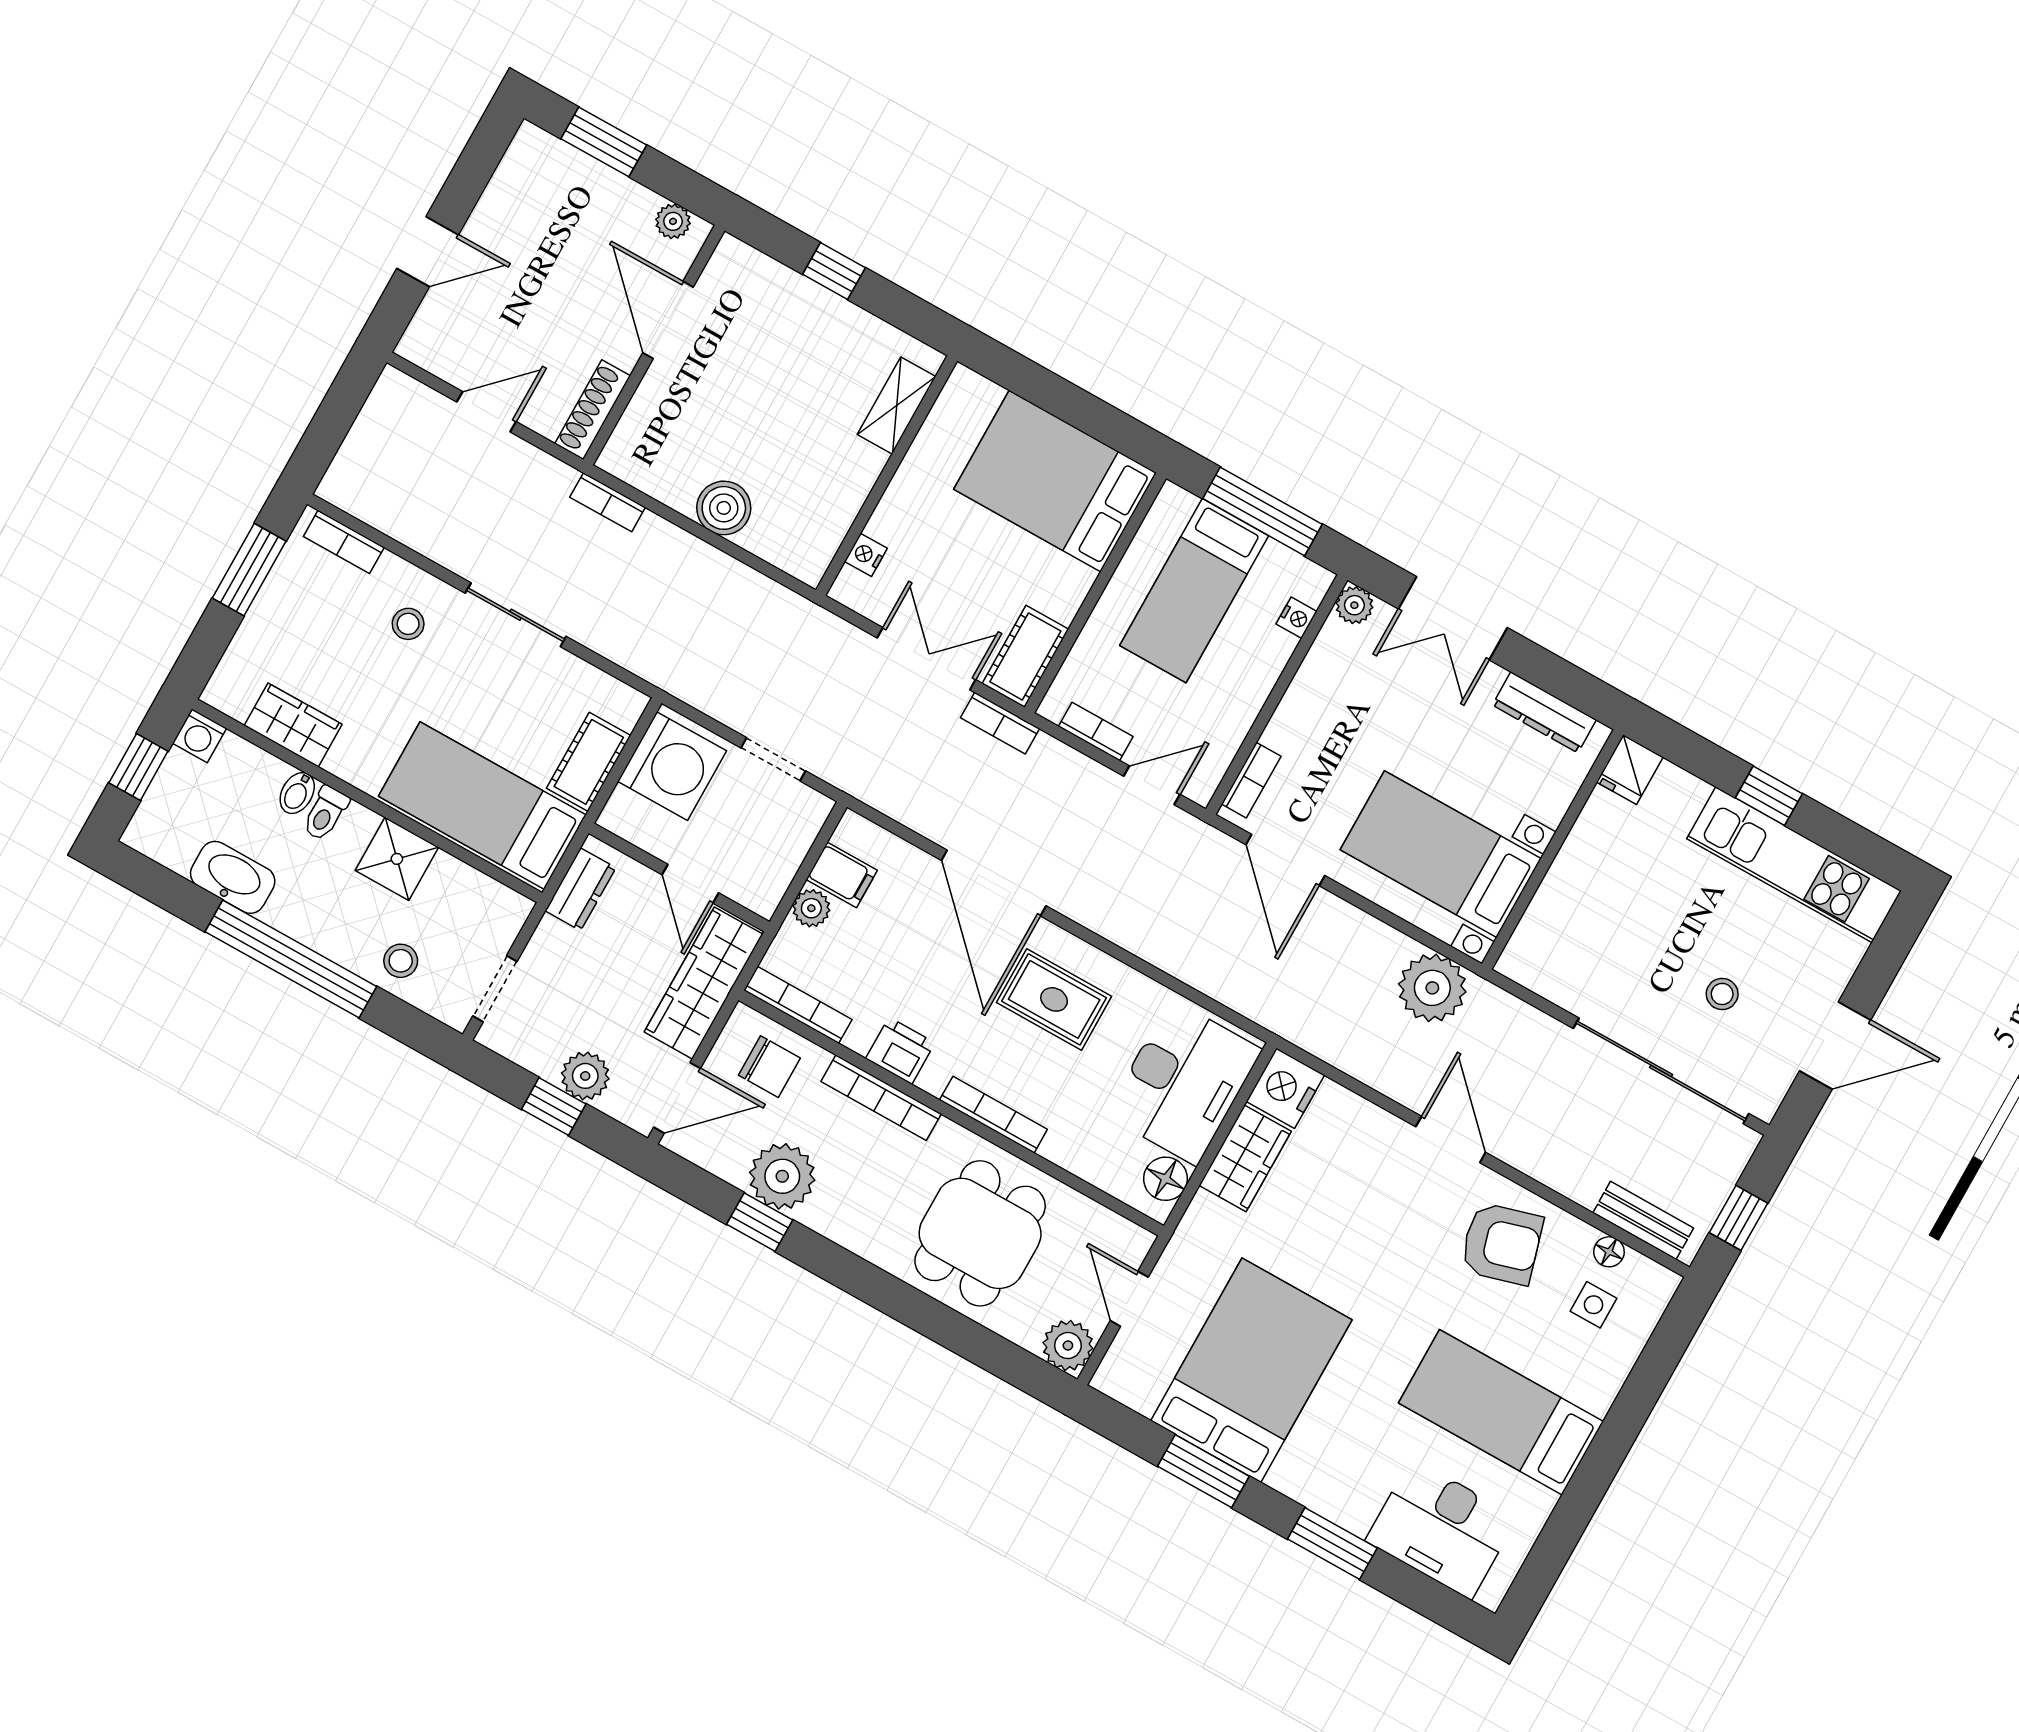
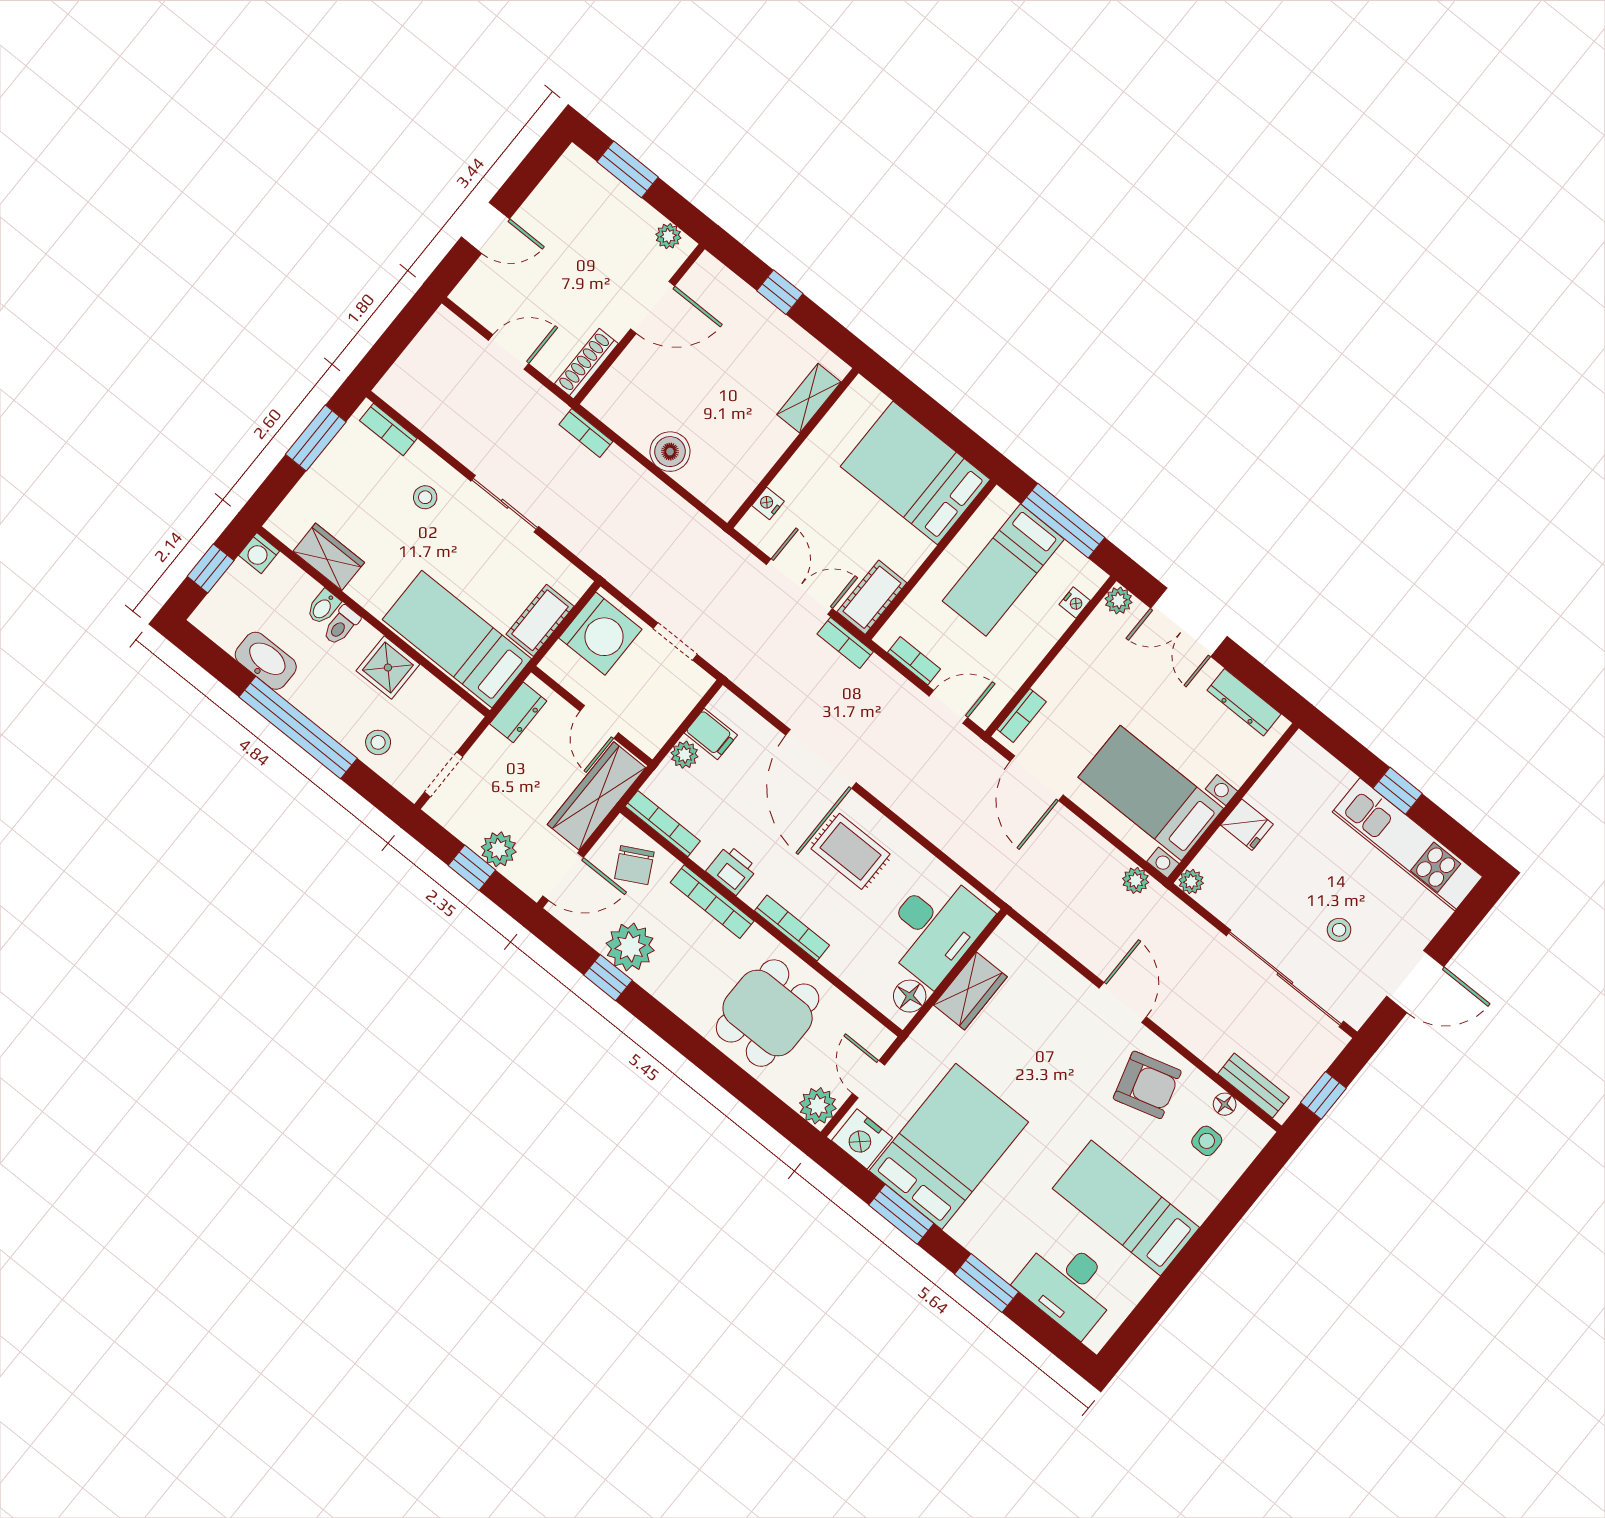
door: (668, 320) -> (653, 307), swing flipped
fridge: (1630, 770) -> (1247, 825), moved, turned -90
plant: (1514, 963) -> (1191, 882), added
plant: (1432, 988) -> (1136, 880), width x0.53, depth x0.53
chair: (769, 1067) -> (634, 865), turned 62
nightstand: (1285, 1088) -> (862, 1139), moved, turned -90

